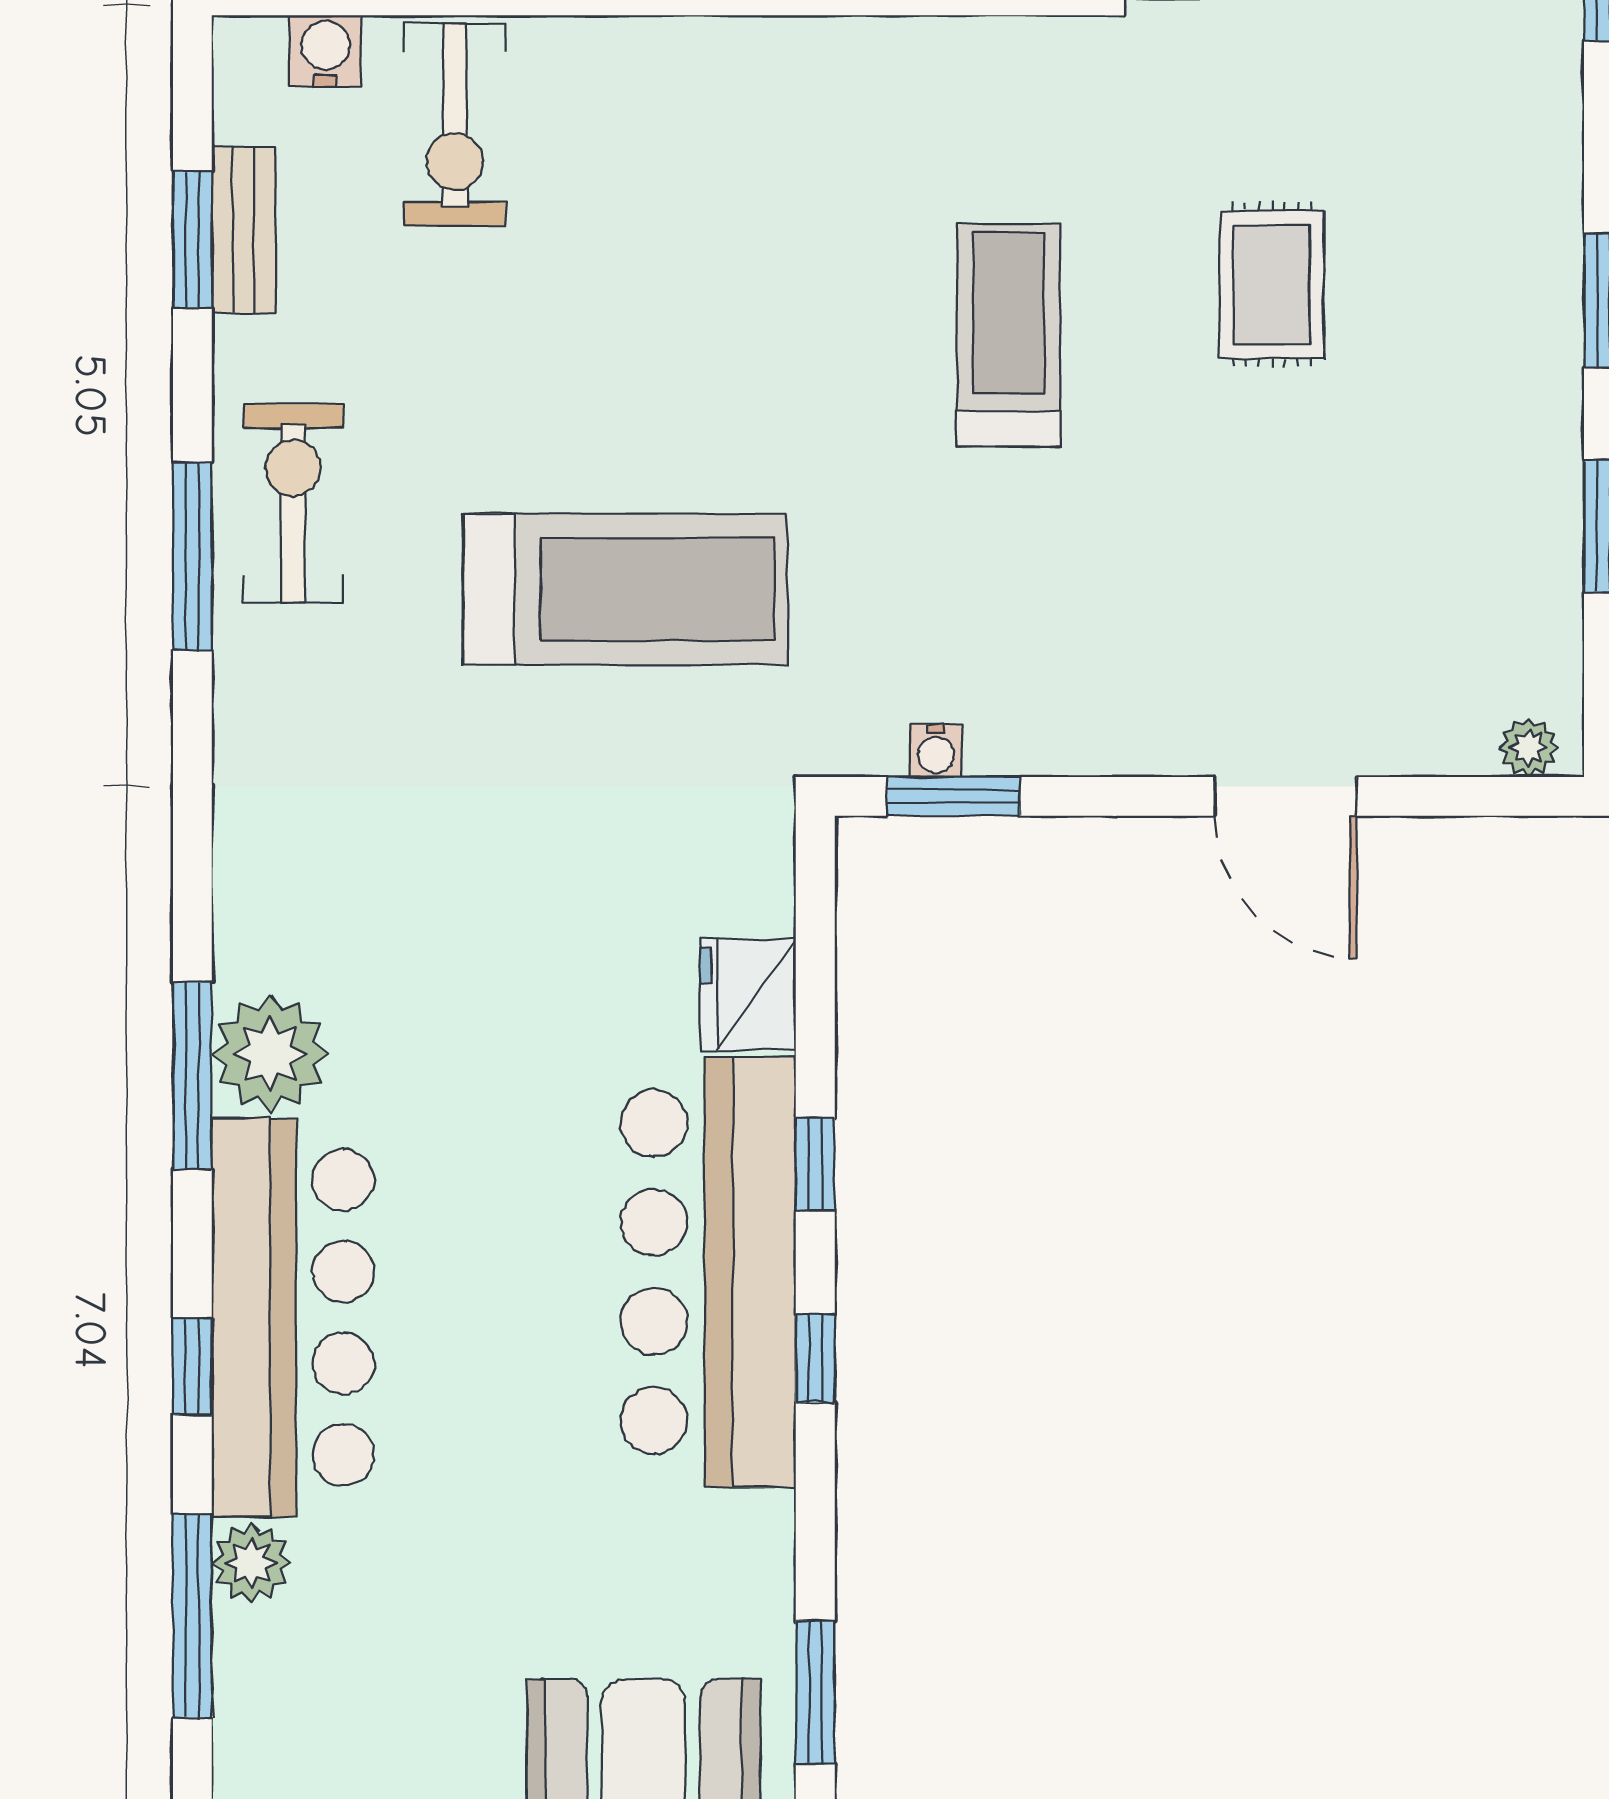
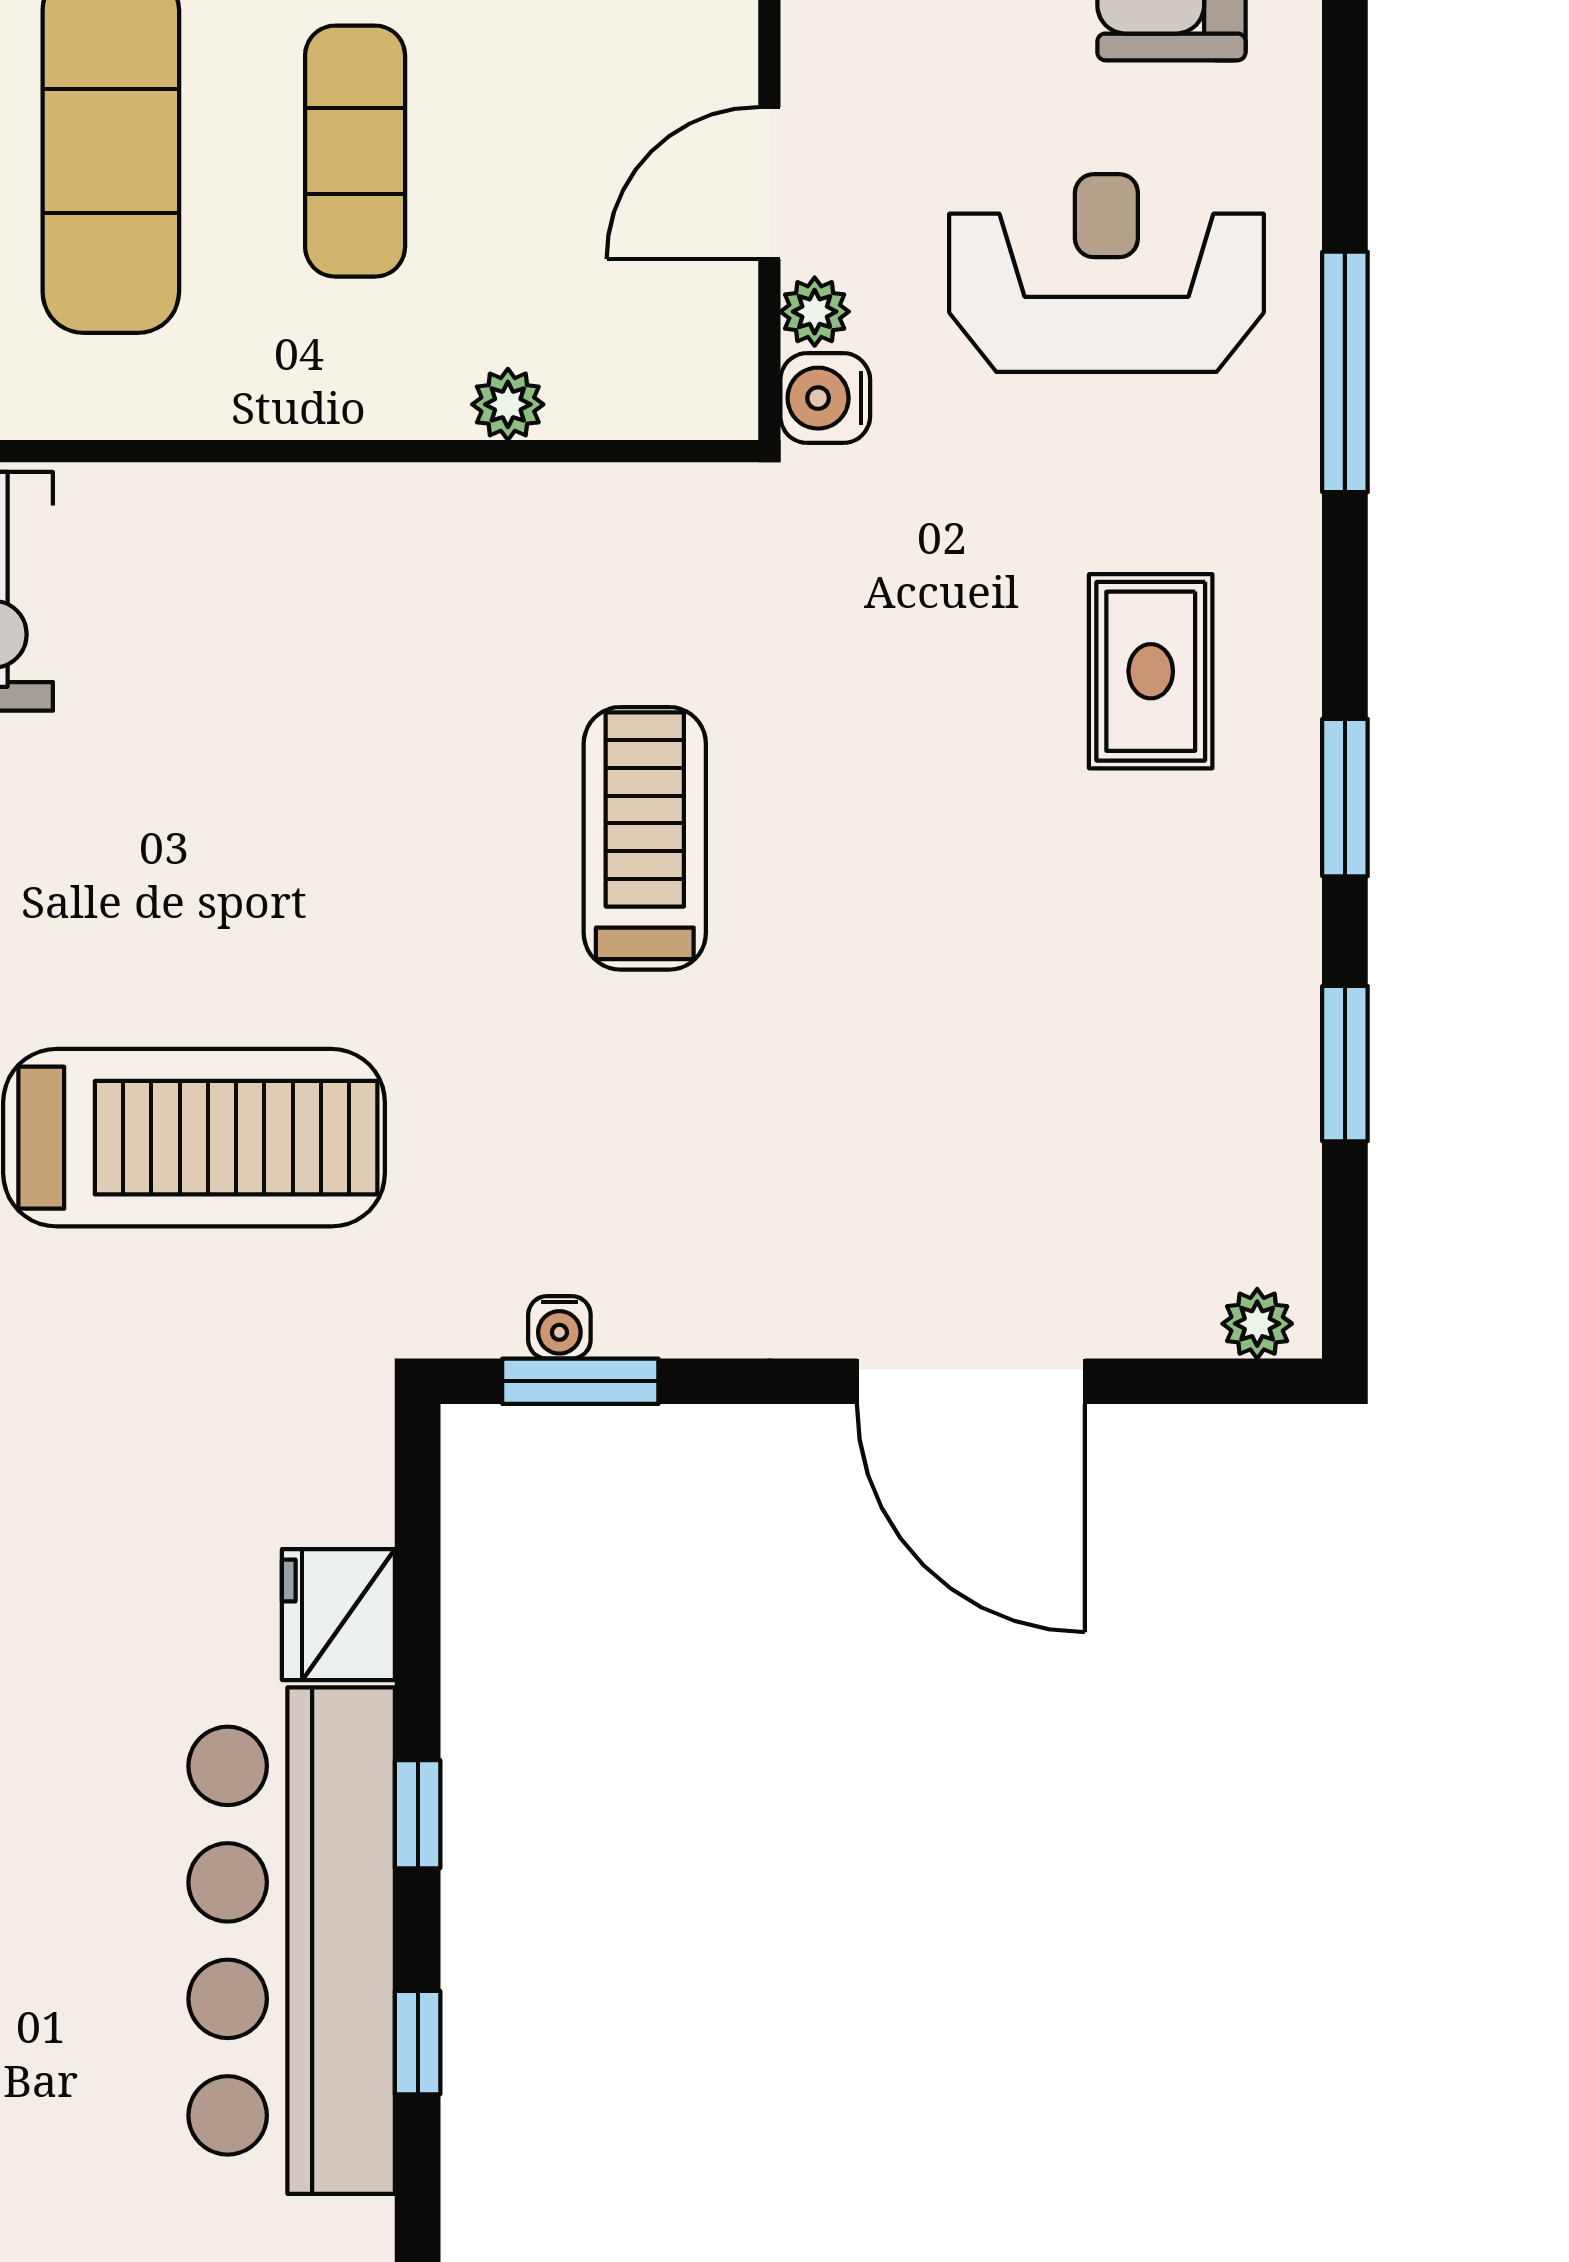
rug: (1272, 285) -> (1151, 671), moved
door: (1286, 796) -> (971, 1381), width x1.36

